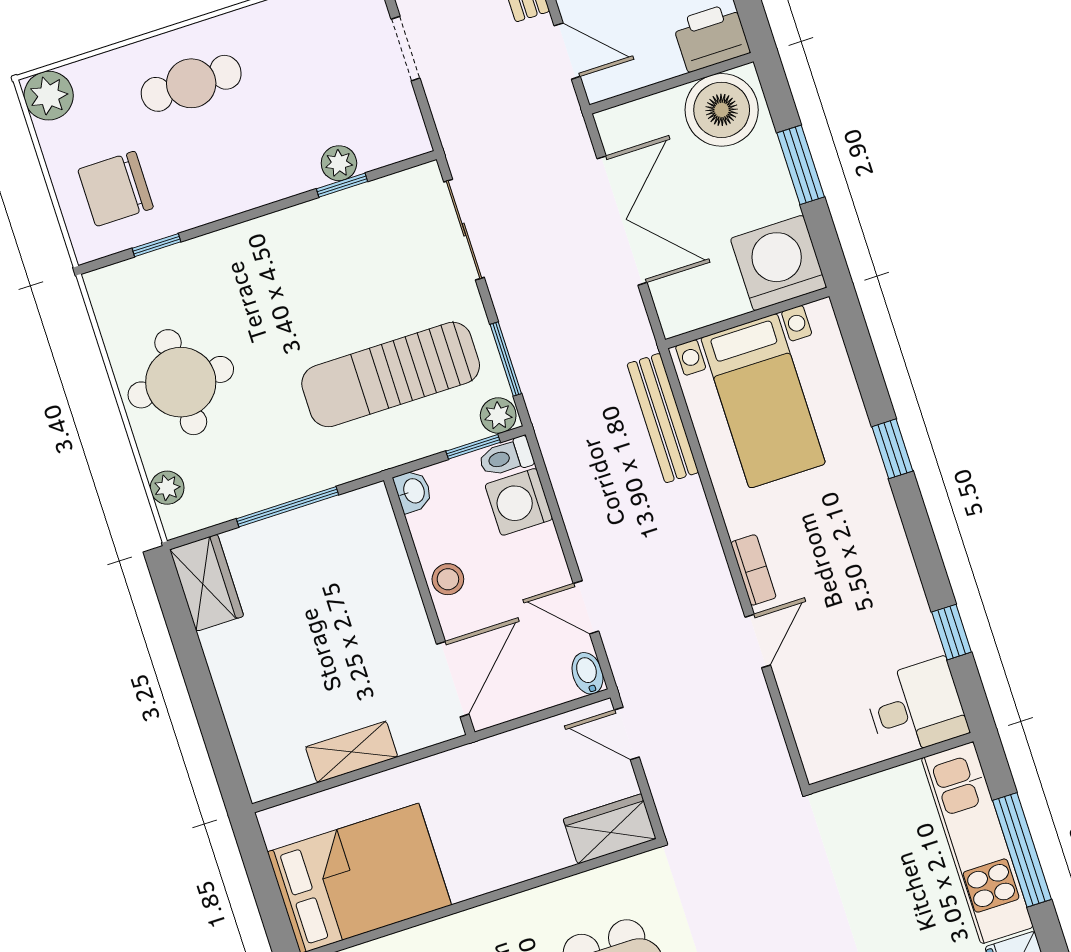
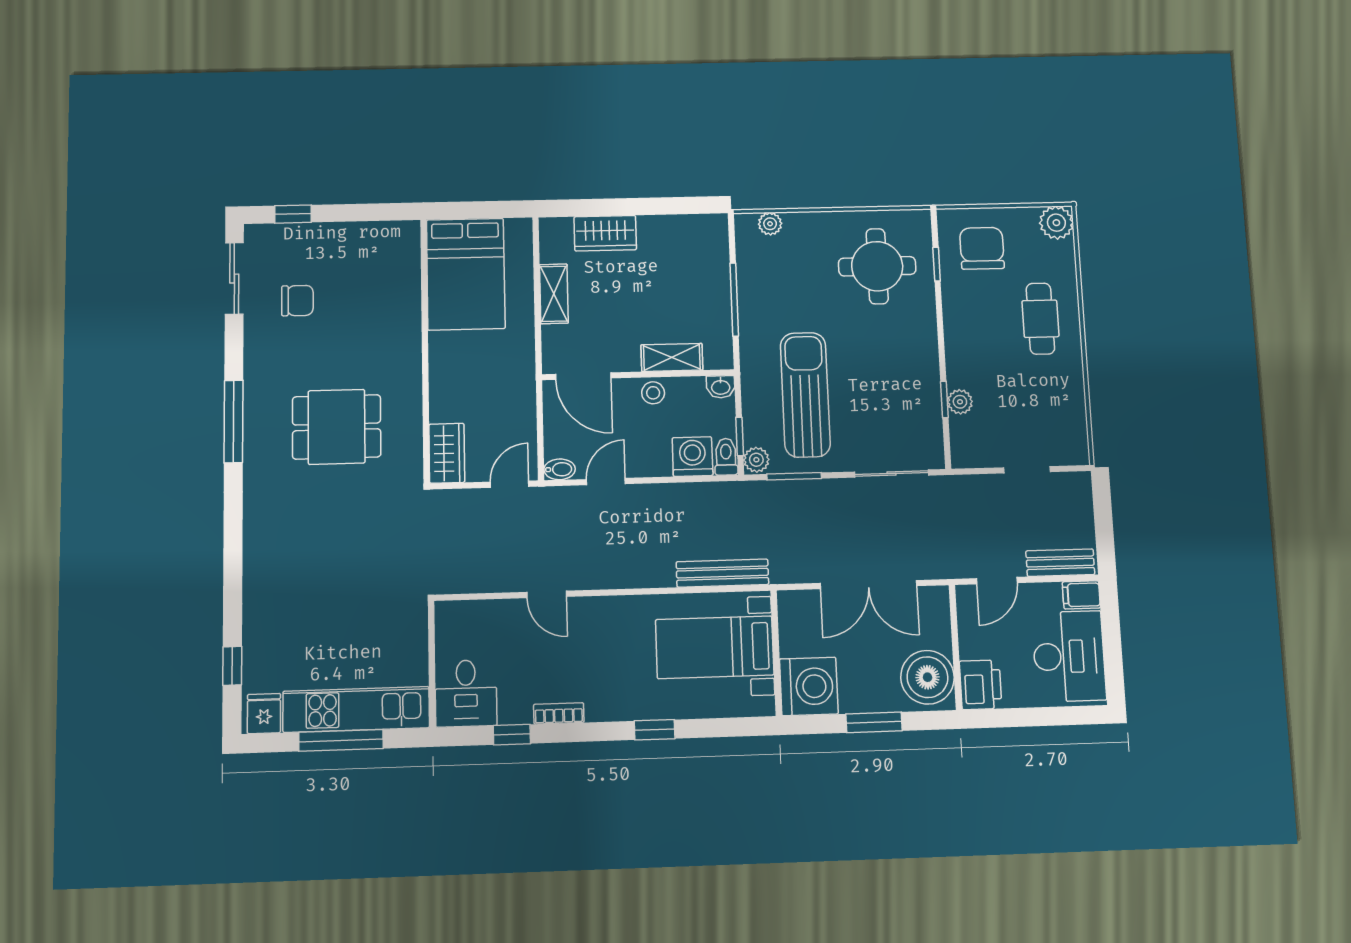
round table: (181, 382) -> (877, 266), moved
shelving: (392, 568) -> (672, 357), added
bookcase: (753, 570) -> (559, 713), moved, turned 180
wardrobe: (207, 583) -> (605, 233), moved

